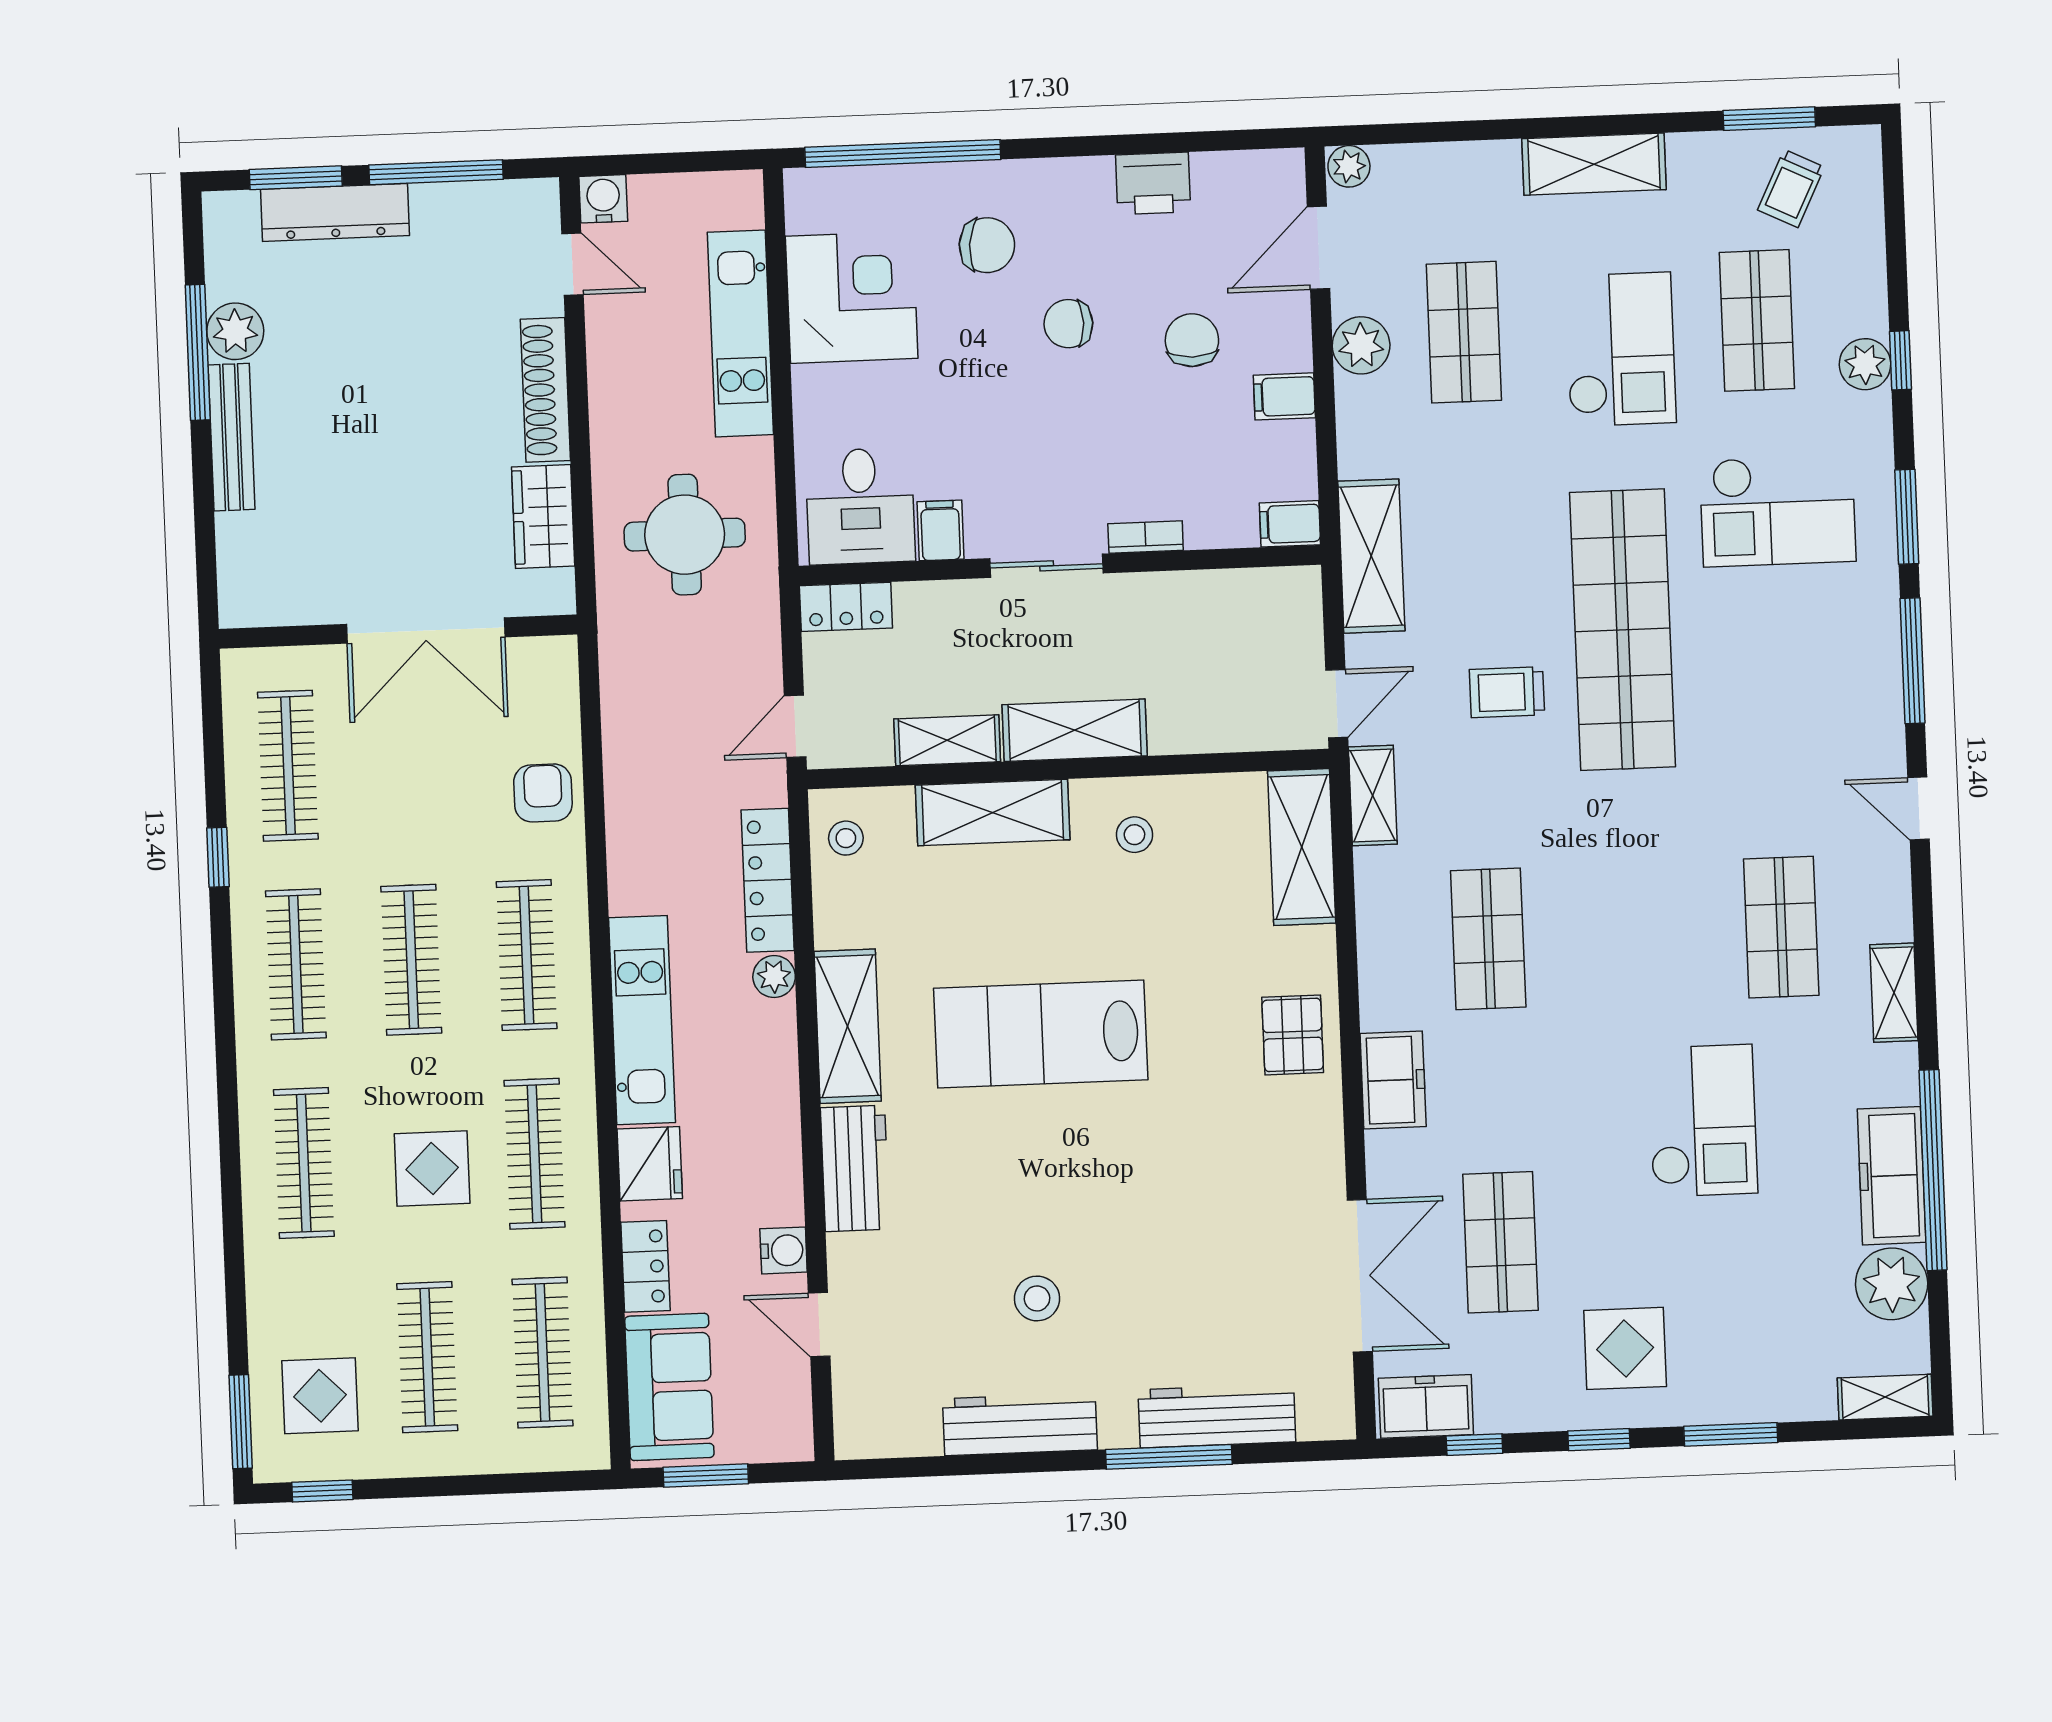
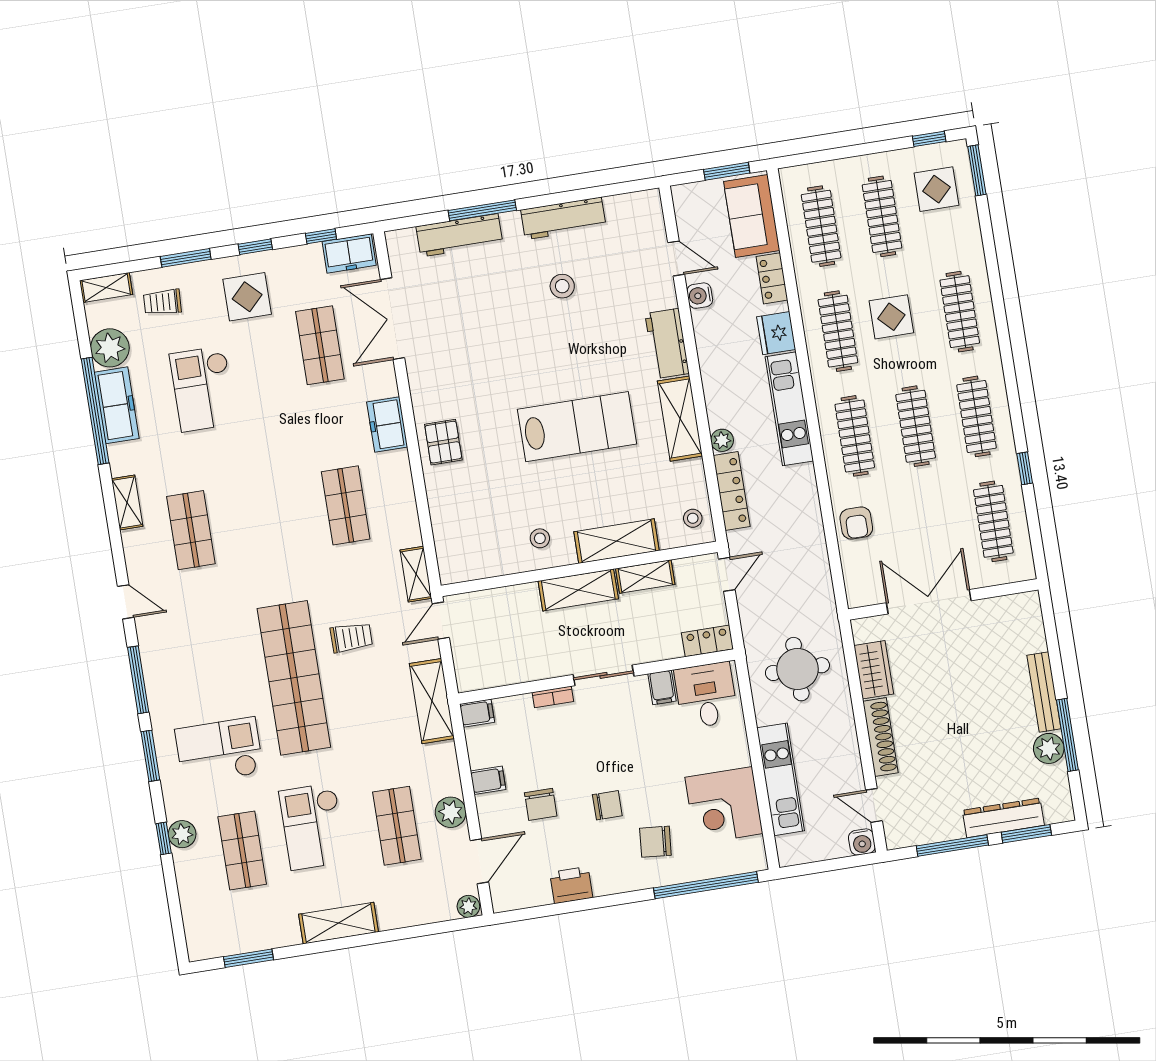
trolley: (1791, 188) -> (162, 302), moved, turned -113
shelving: (1302, 847) -> (450, 542), removed
checkout: (1702, 1121) -> (203, 389), moved

